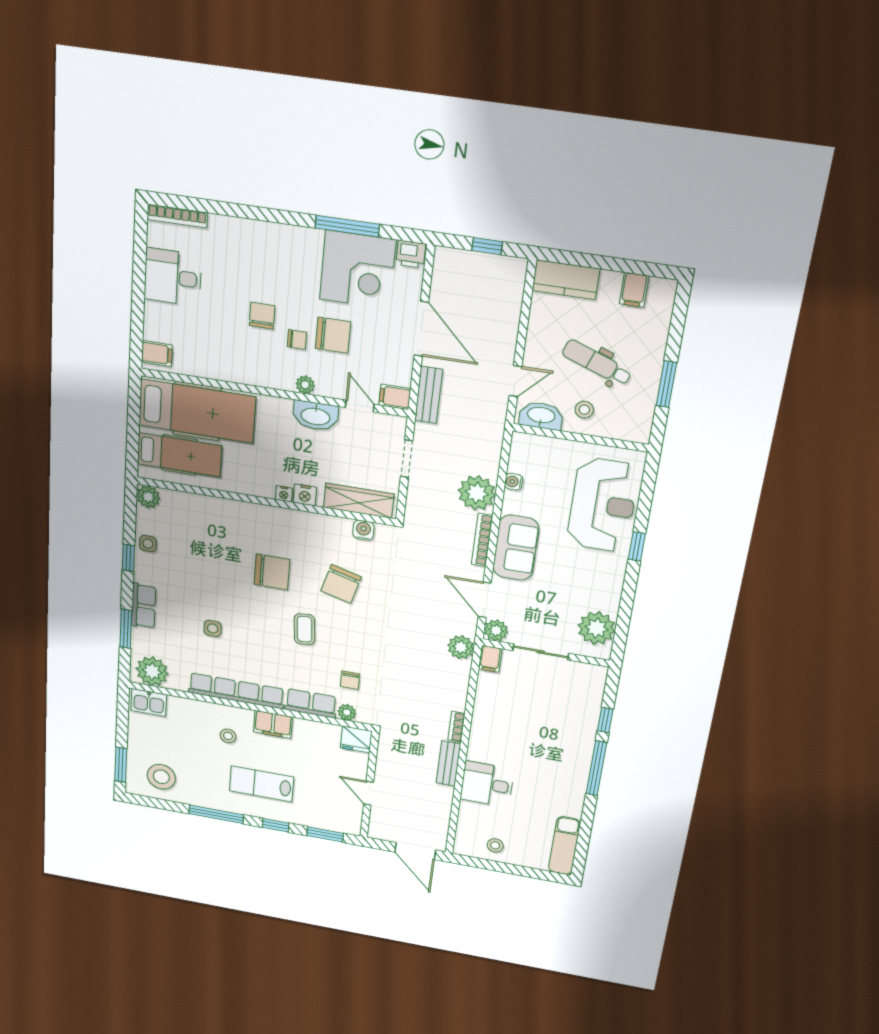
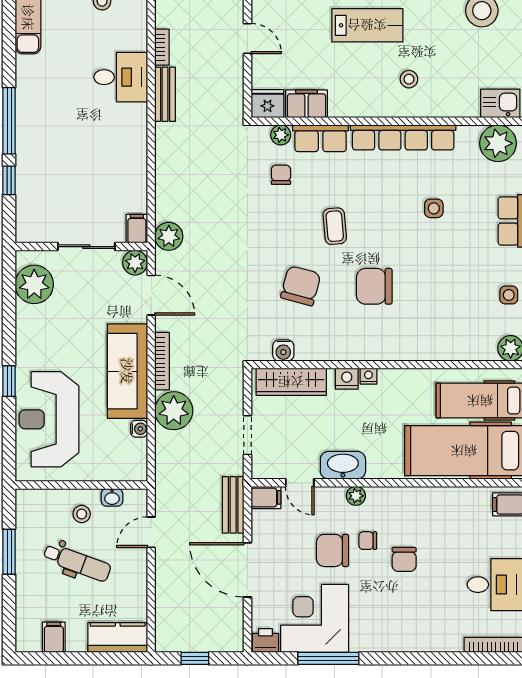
washbasin: (541, 416) -> (112, 497), width x0.52, depth x0.69
sofa: (516, 548) -> (127, 371), width x1.36
filing cabinet: (273, 724) -> (307, 104), moved
bookcase: (456, 727) -> (162, 47), moved

